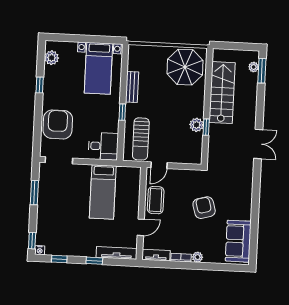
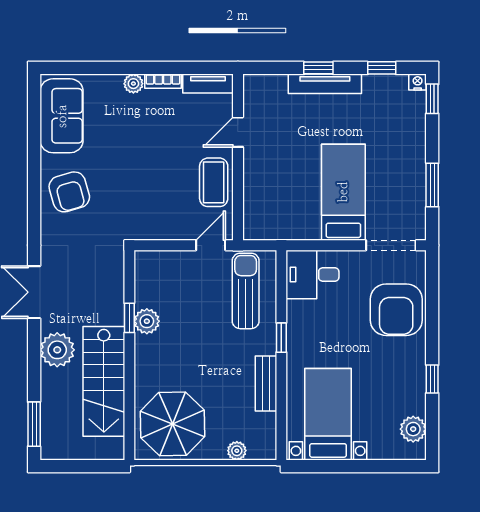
plant: (150, 50) -> (237, 451), added
plant: (254, 67) -> (57, 350), moved, width x1.88, depth x1.88
bed: (103, 192) -> (343, 192), moved
armchair: (204, 208) -> (69, 192), moved
tv unit: (117, 253) -> (325, 84), moved

